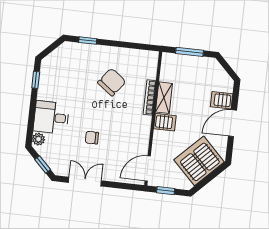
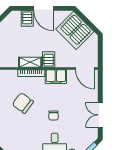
filing cabinet: (141, 129) -> (56, 77), added
chair: (92, 138) -> (53, 115), moved
window: (166, 191) -> (100, 53), removed

